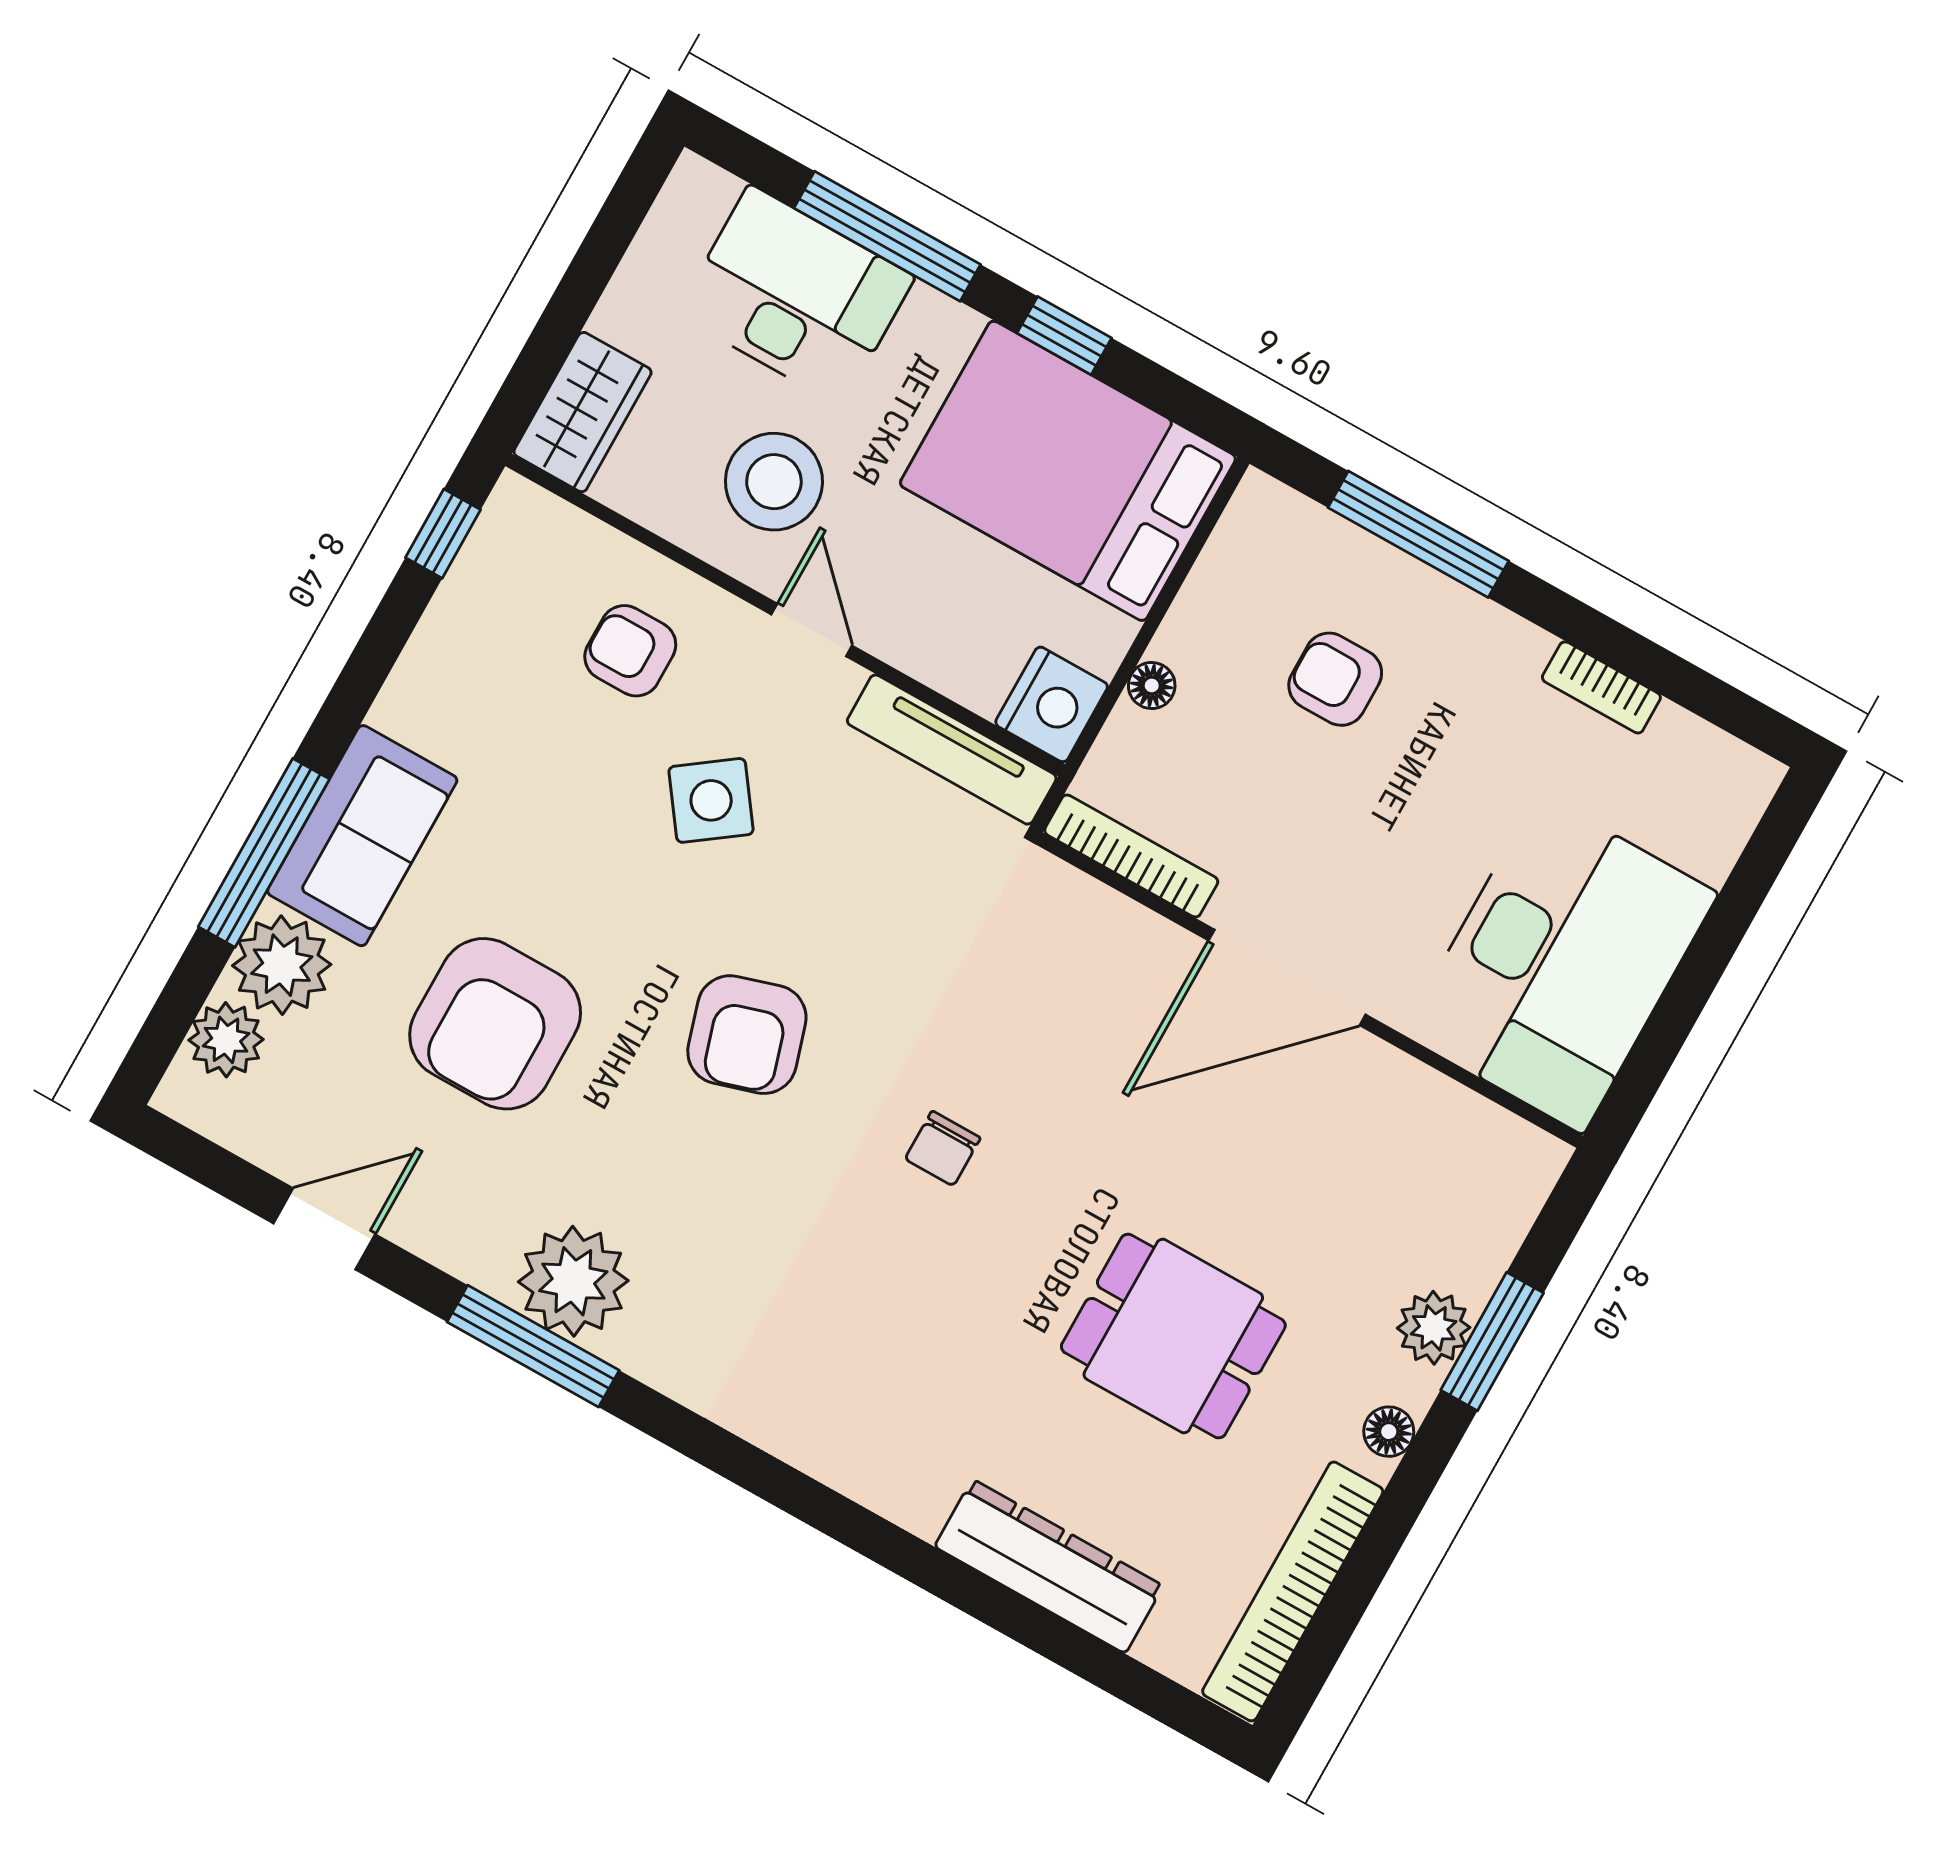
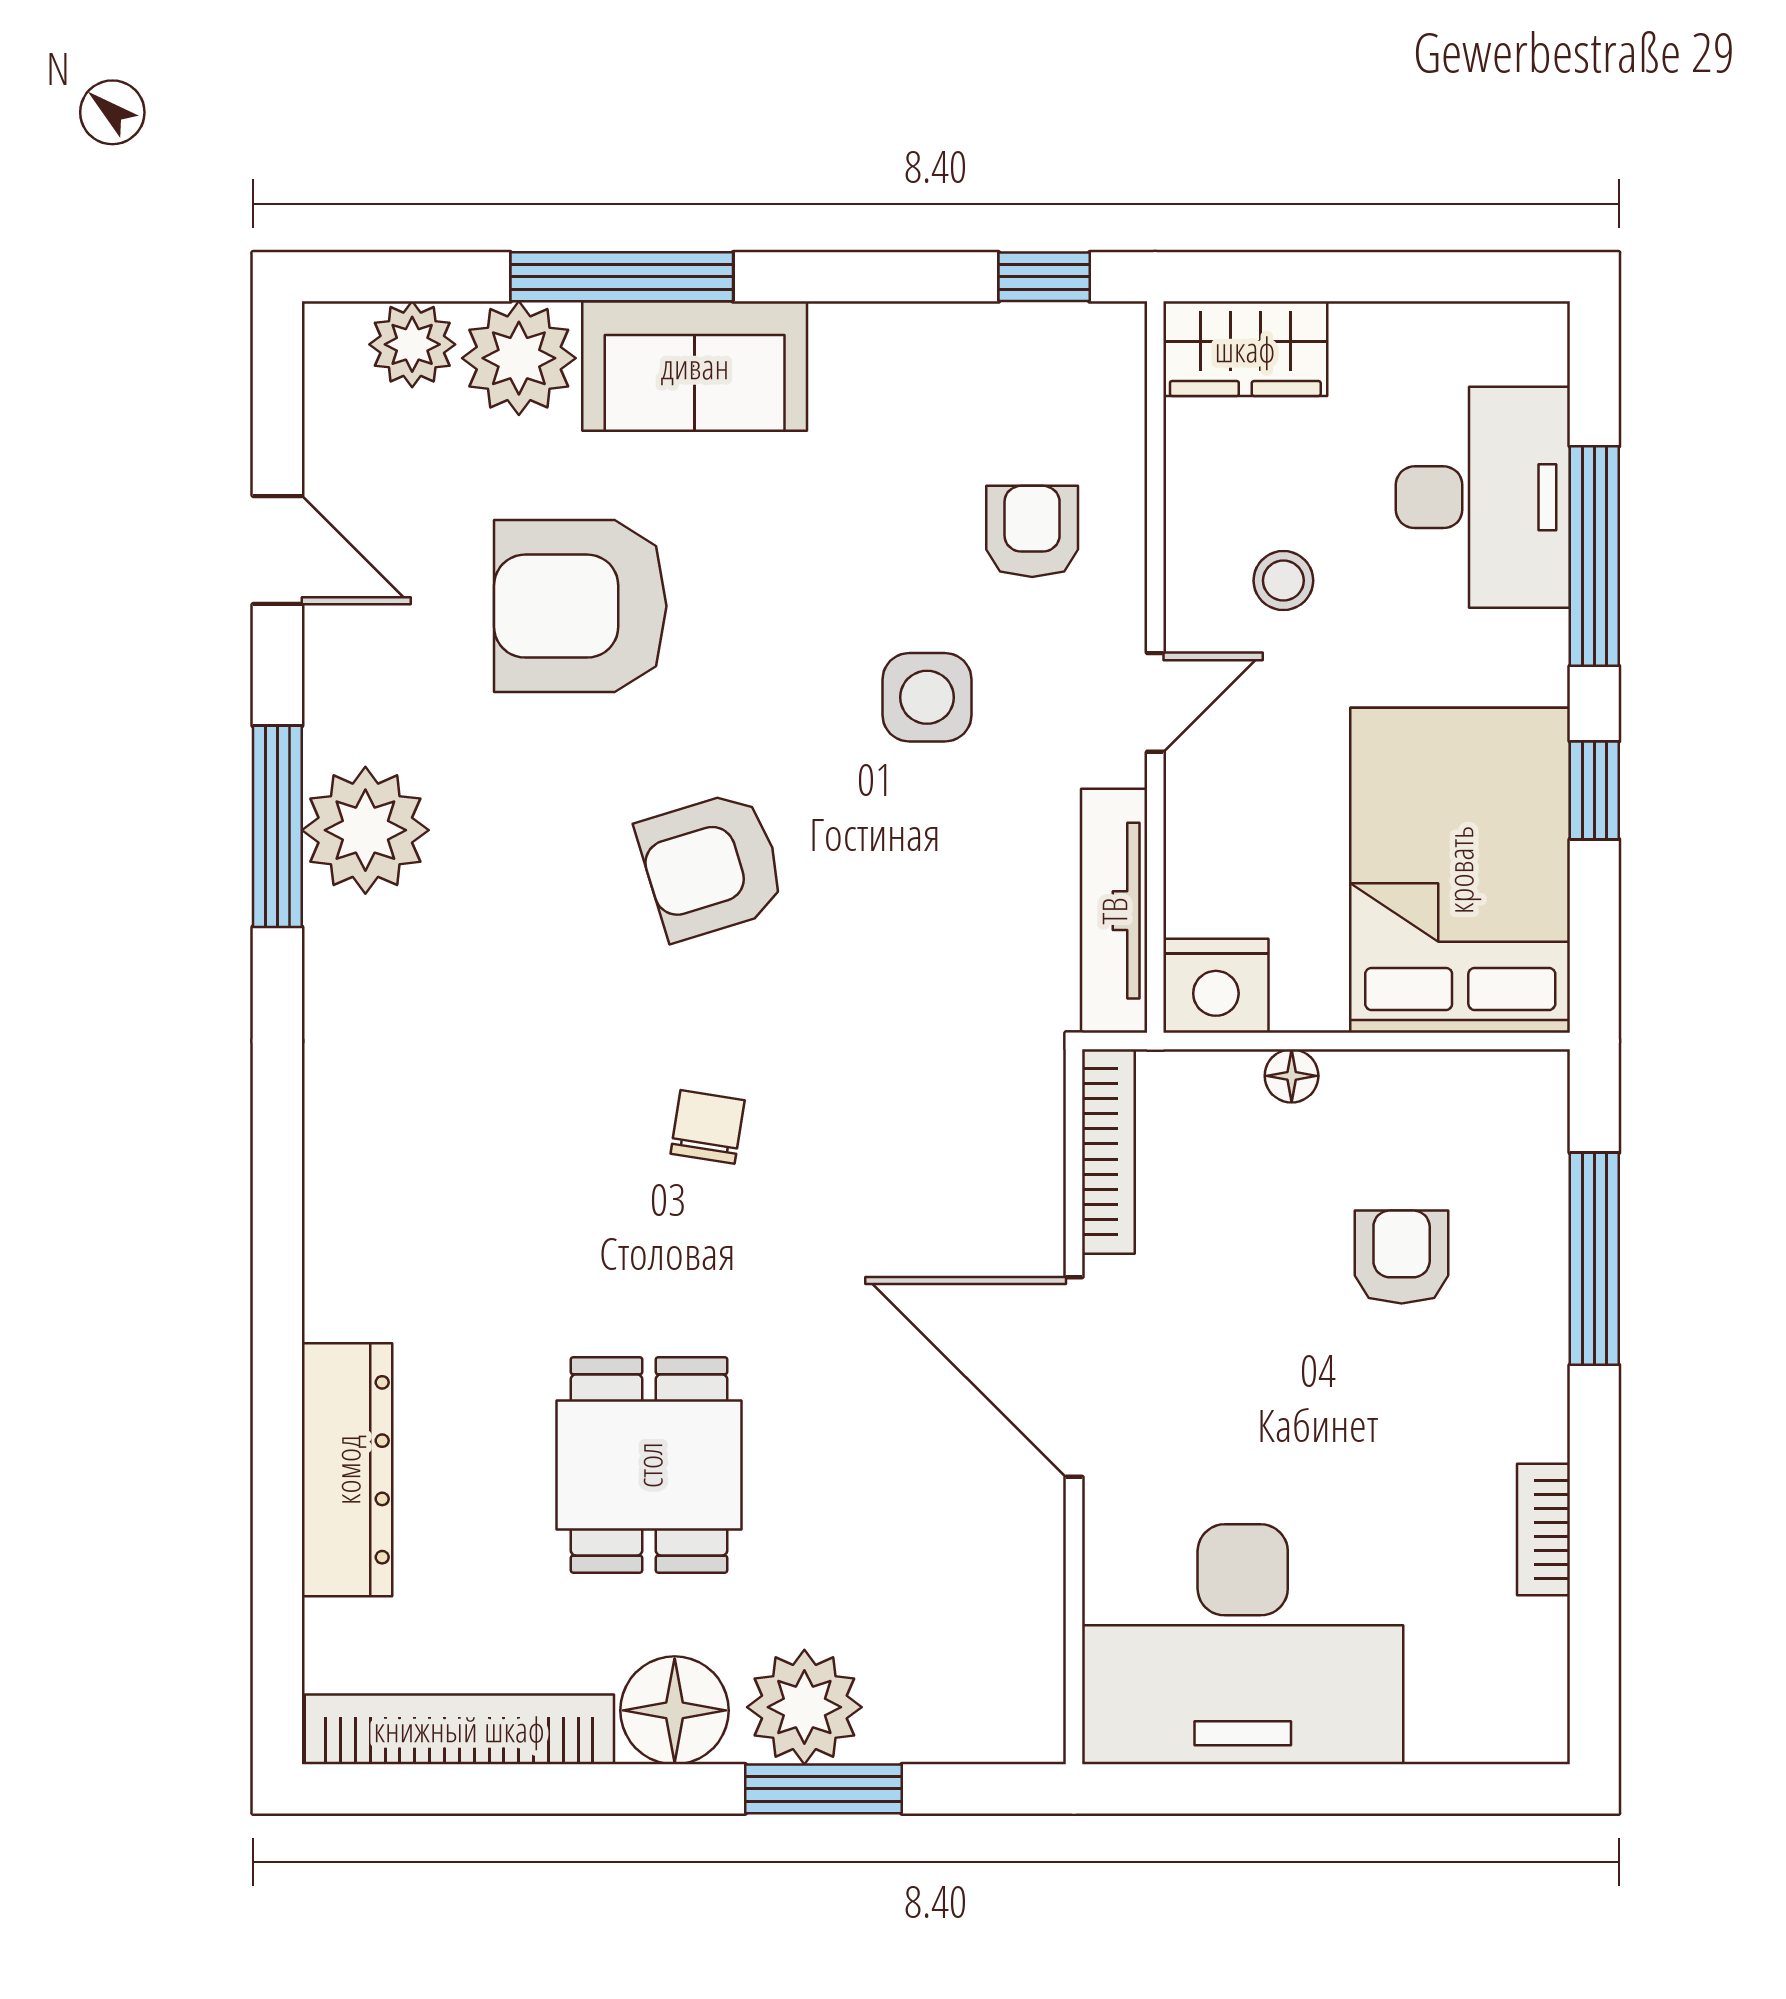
stool: (774, 482) -> (1283, 581), width x0.53, depth x0.53
side table: (711, 800) -> (927, 697), turned 36
chair: (943, 1148) -> (708, 1127), turned 99
plant: (1434, 1328) -> (804, 1707), width x1.36, depth x1.36
floor lamp: (1389, 1432) -> (675, 1710), width x1.89, depth x1.89

